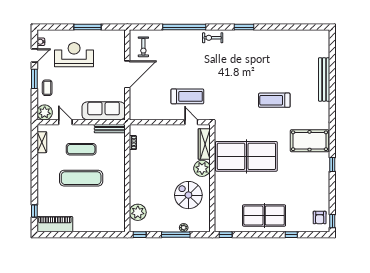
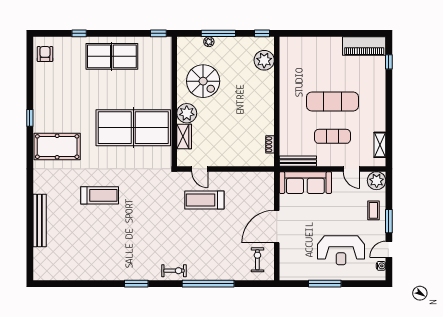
wardrobe: (204, 144) -> (184, 136), width x0.67
window: (332, 221) -> (30, 50), removed

